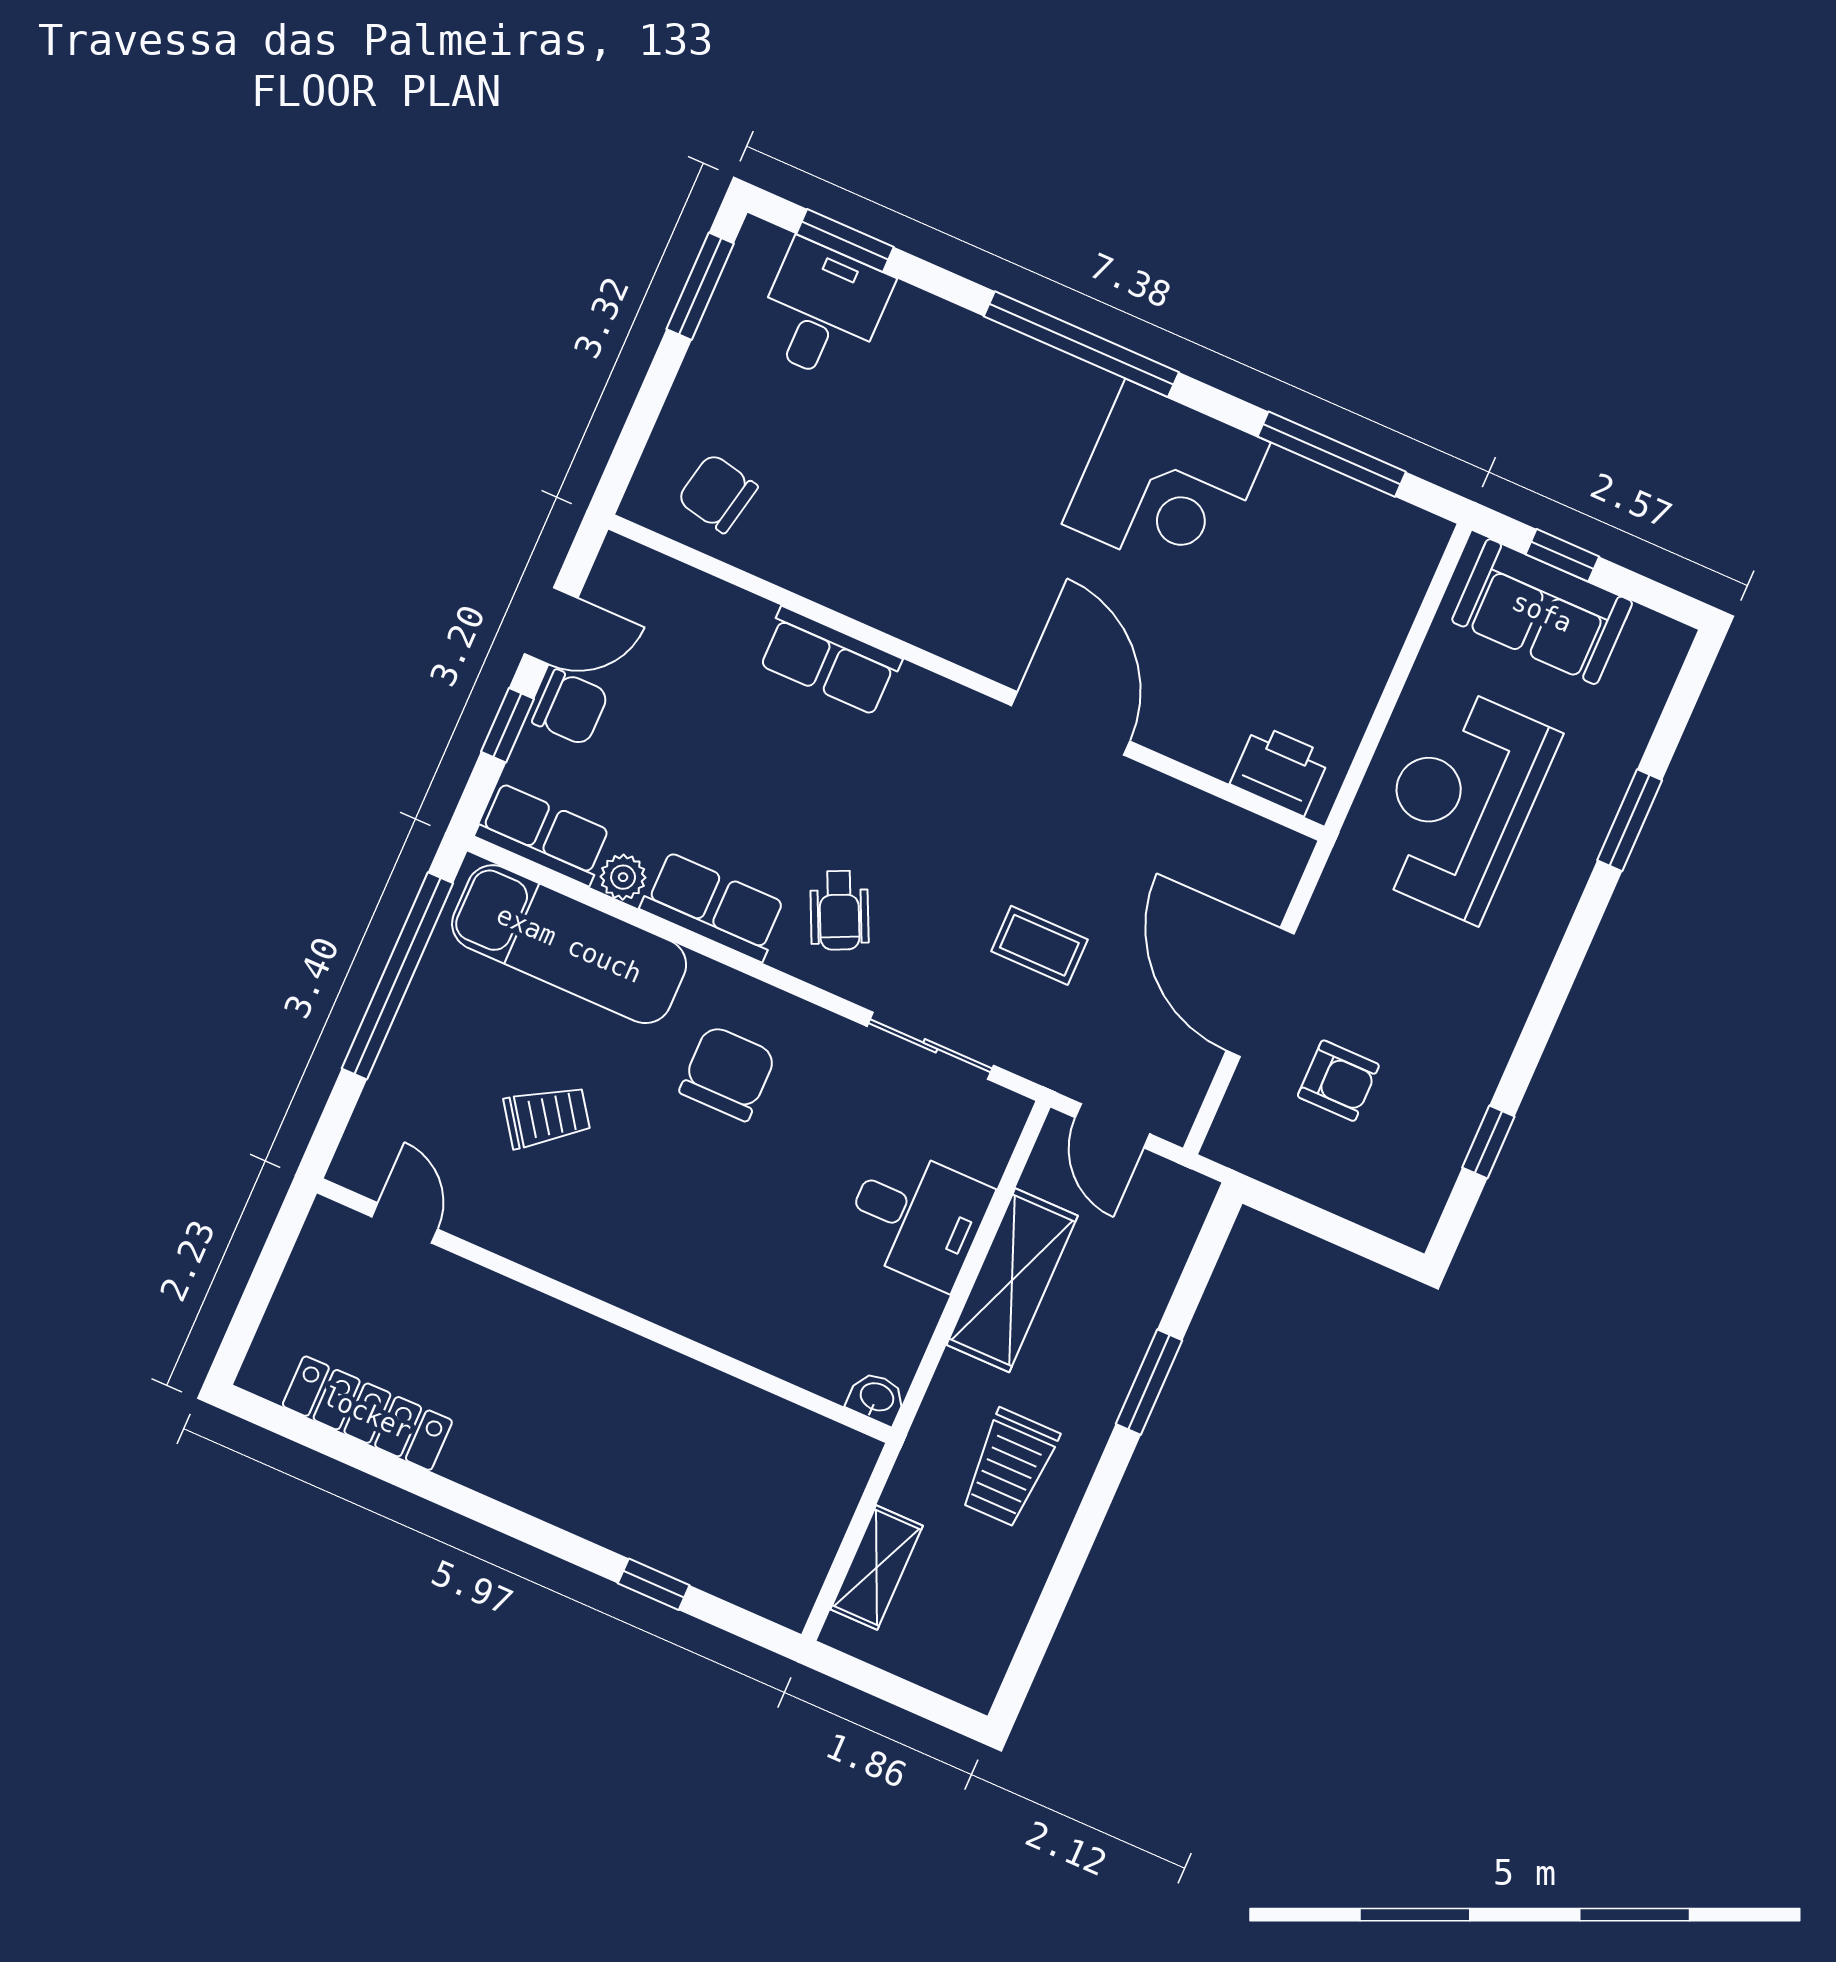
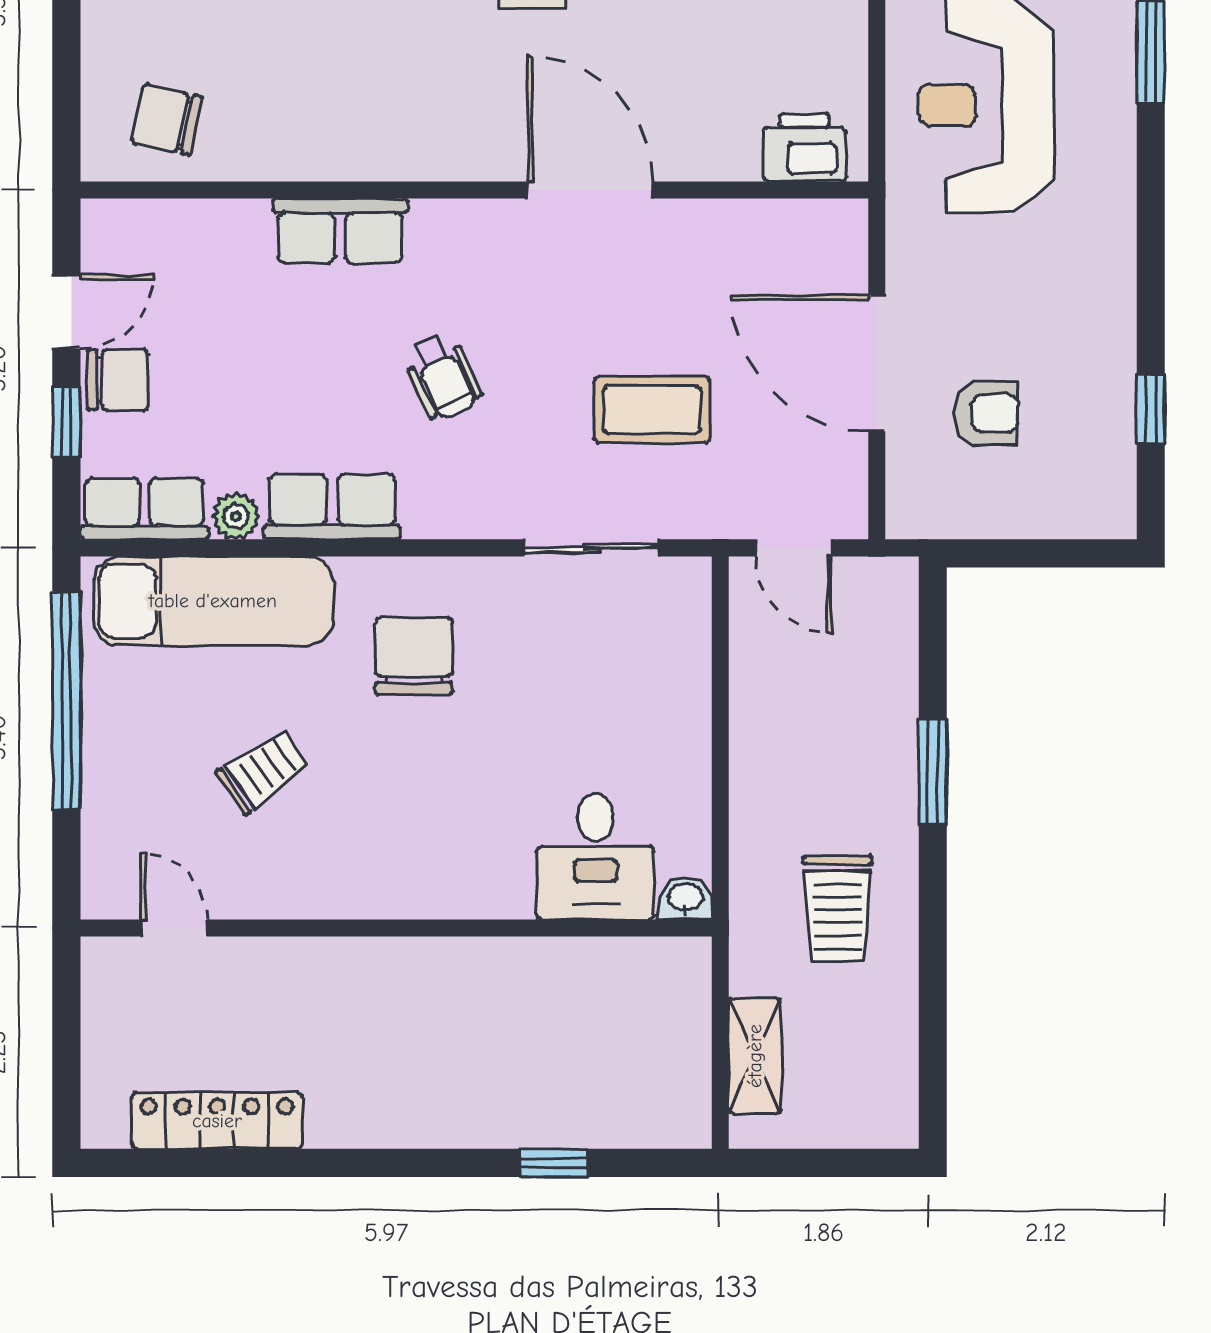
wheelchair: (839, 910) -> (442, 377), moved
coffee table: (1039, 945) -> (652, 410), width x1.36, depth x1.30
desk: (917, 1217) -> (596, 856), moved, turned 90
shelving: (1012, 1280) -> (764, 733), removed

